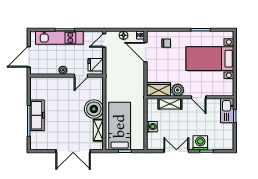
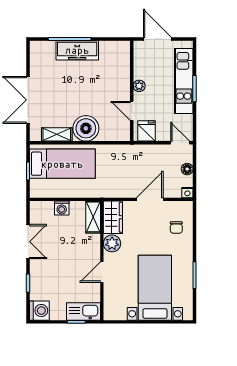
door: (146, 52) -> (150, 199), moved
shelving: (170, 104) -> (93, 217), moved
washing machine: (200, 143) -> (39, 311), moved

